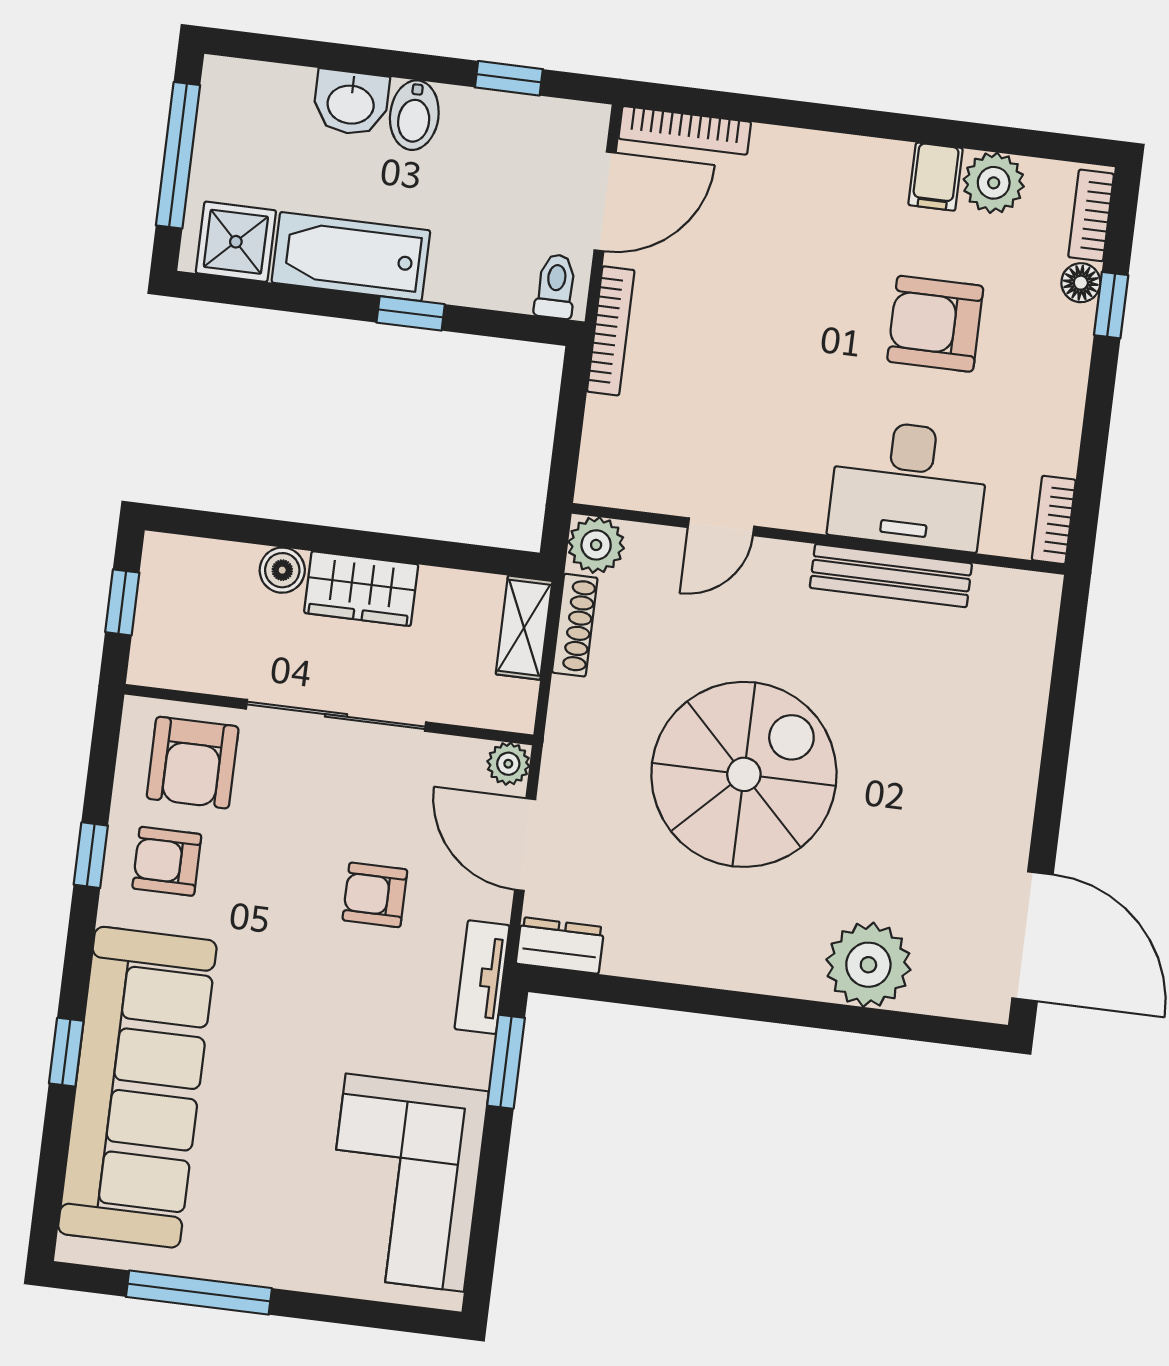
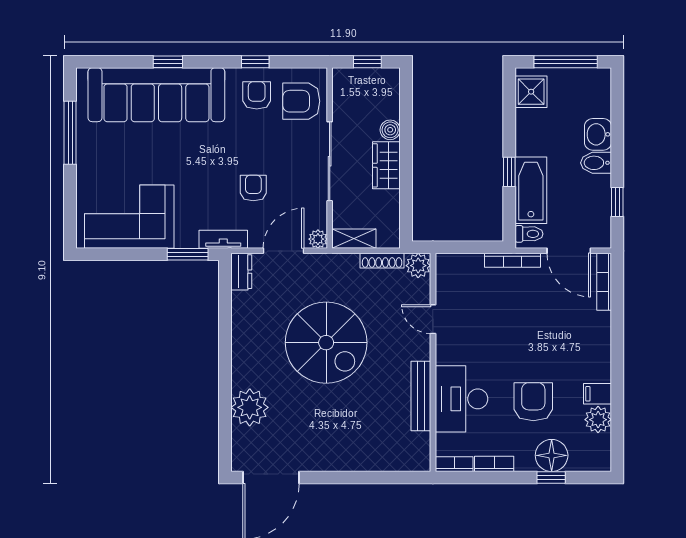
bookcase: (1091, 215) -> (494, 464), moved
bathtub: (351, 257) -> (531, 190), moved
floor lamp: (1081, 283) -> (552, 455), width x1.89, depth x1.89
shelving: (524, 628) -> (354, 239), moved

